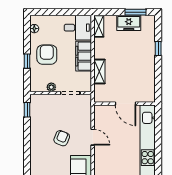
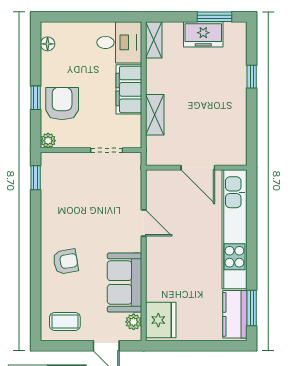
armchair: (47, 55) -> (62, 104), moved
plant: (51, 87) -> (48, 141), moved
armchair: (62, 138) -> (66, 262), moved, turned 58

